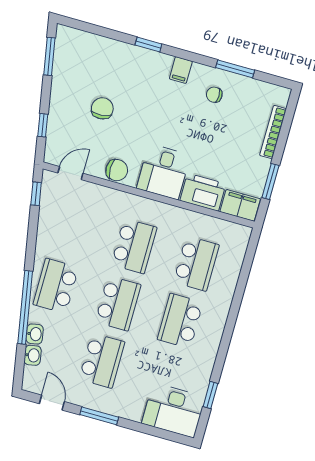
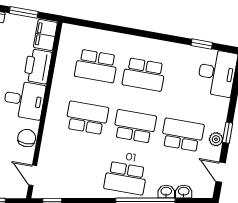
school desk: (196, 264) -> (96, 66), turned 180
plant: (93, 401) -> (216, 139), added
door: (52, 403) -> (221, 172), hinge flipped
window: (99, 416) -> (228, 133), width x0.67

